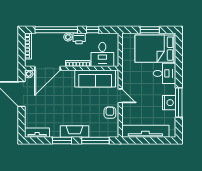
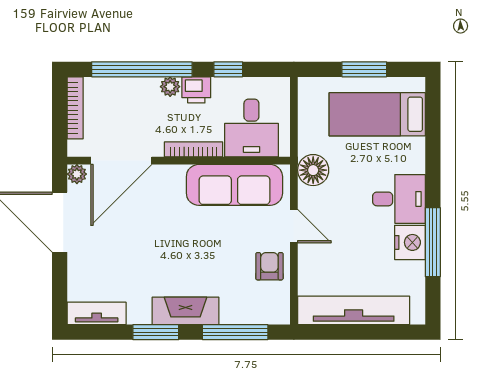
bed: (155, 49) -> (377, 114), width x0.67
floor lamp: (128, 72) -> (313, 170), added
desk: (164, 73) -> (399, 199), moved

